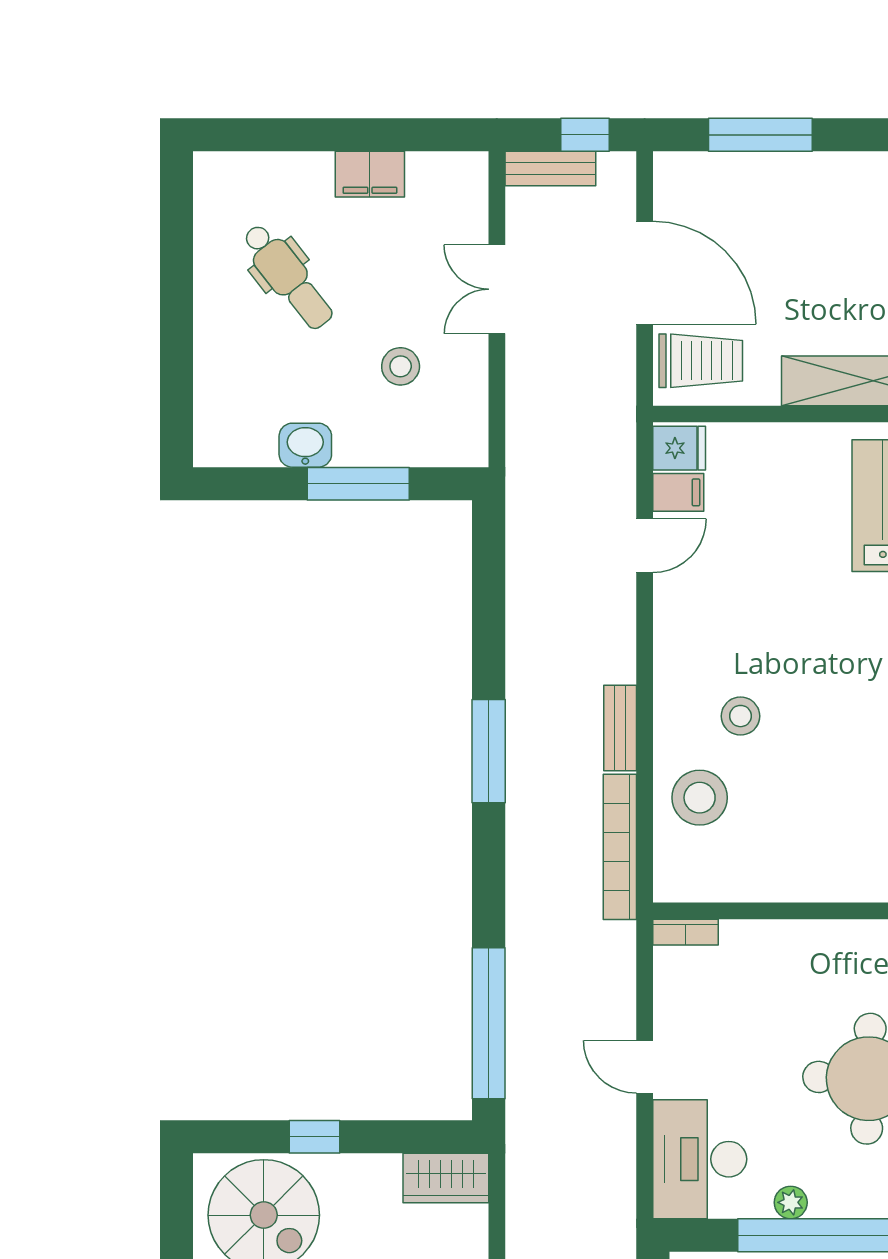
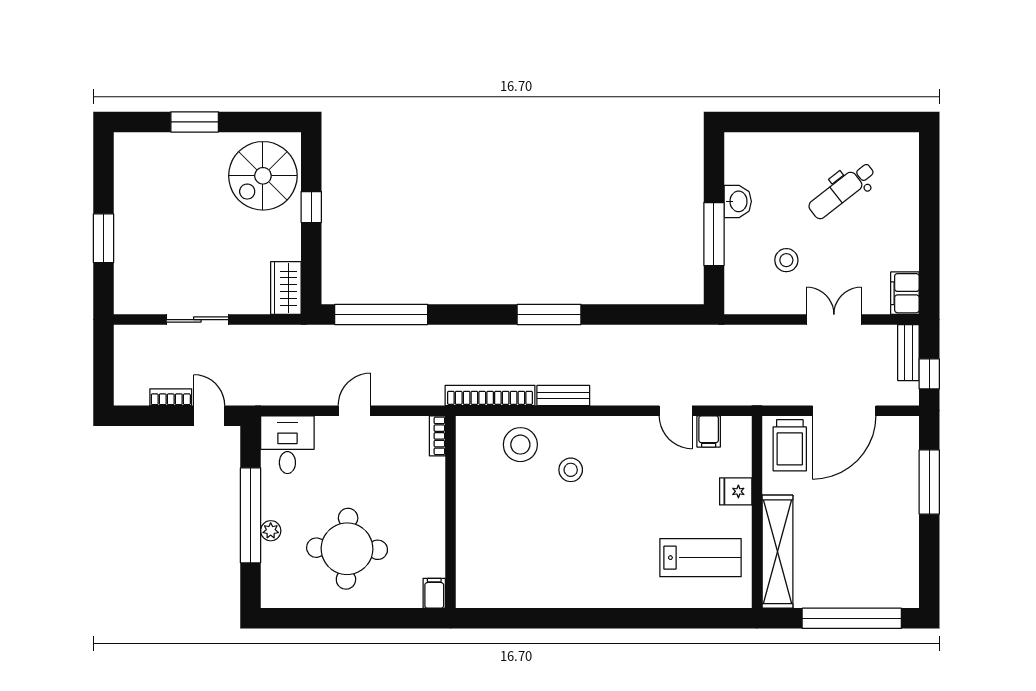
filing cabinet: (370, 174) -> (905, 293), moved
fridge: (679, 448) -> (736, 491), moved, turned 90
desk: (700, 1159) -> (287, 445), width x0.73
plant: (791, 1202) -> (271, 531), moved

